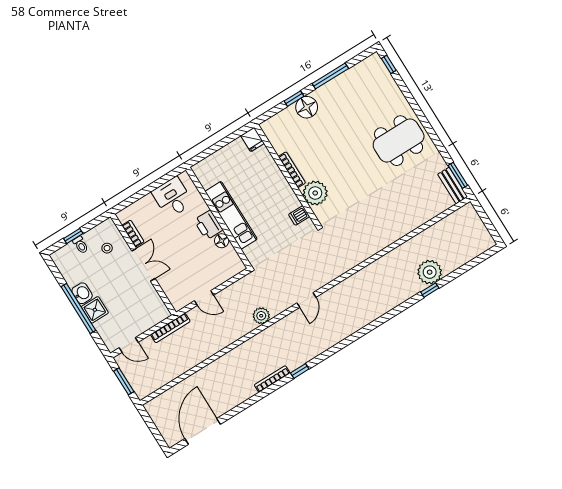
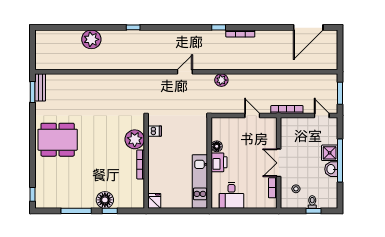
kitchen unit: (231, 215) -> (200, 182), moved
window: (430, 290) -> (133, 27), moved

